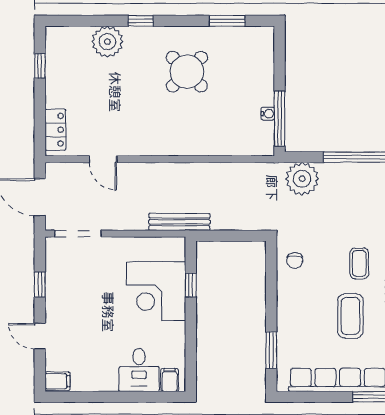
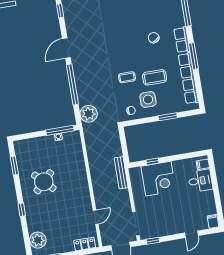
plant: (107, 42) -> (38, 240), moved
window: (40, 285) -> (153, 241), moved
side table: (310, 296) -> (148, 99), added
window: (271, 350) -> (168, 117), moved

